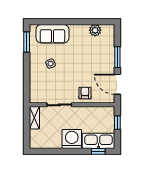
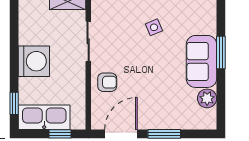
window: (66, 22) -> (221, 53), added
sofa: (52, 34) -> (201, 61), moved
kitchen sink: (99, 141) -> (44, 117), moved, turned -90

